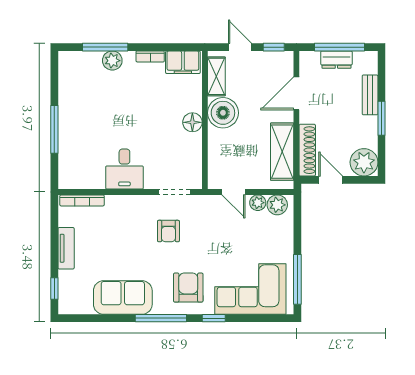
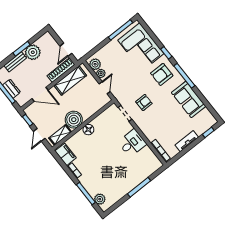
plant: (112, 61) -> (100, 199), moved
plant: (364, 162) -> (33, 52), moved

